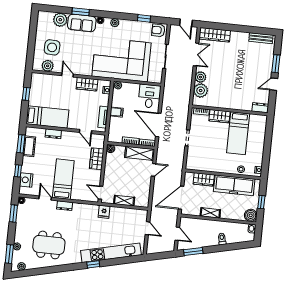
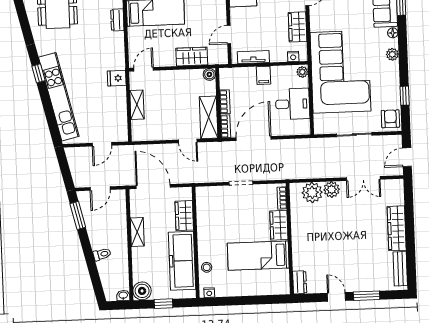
wardrobe: (215, 35) -> (397, 228), moved
desk: (149, 96) -> (293, 104), moved

